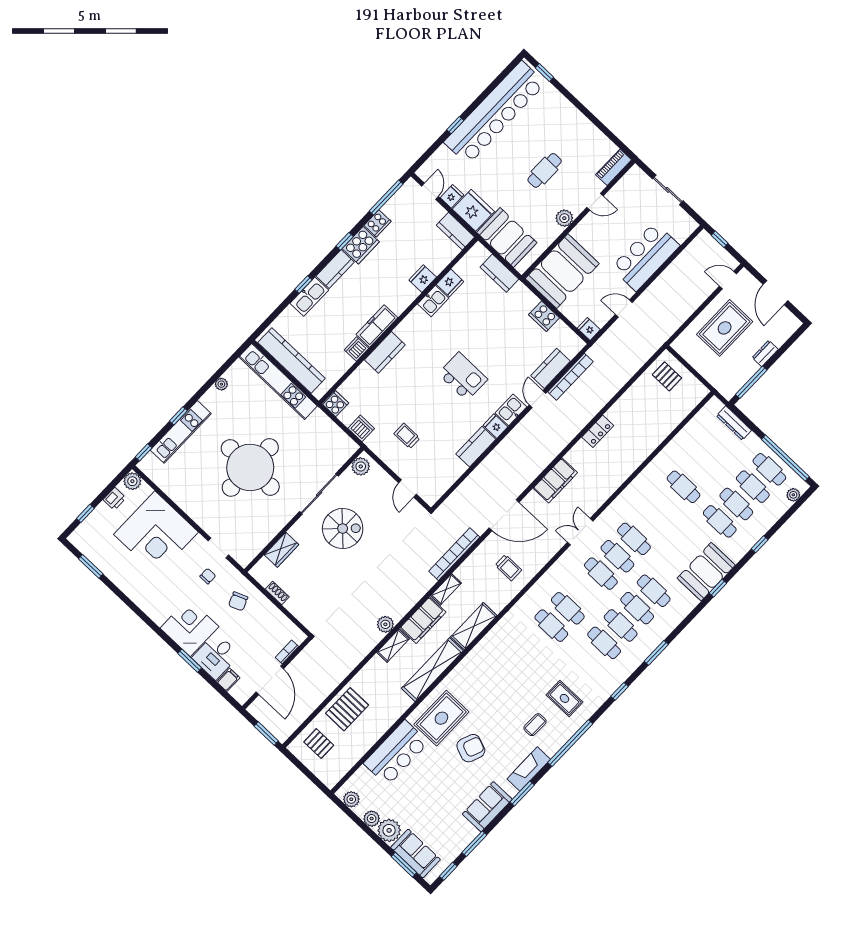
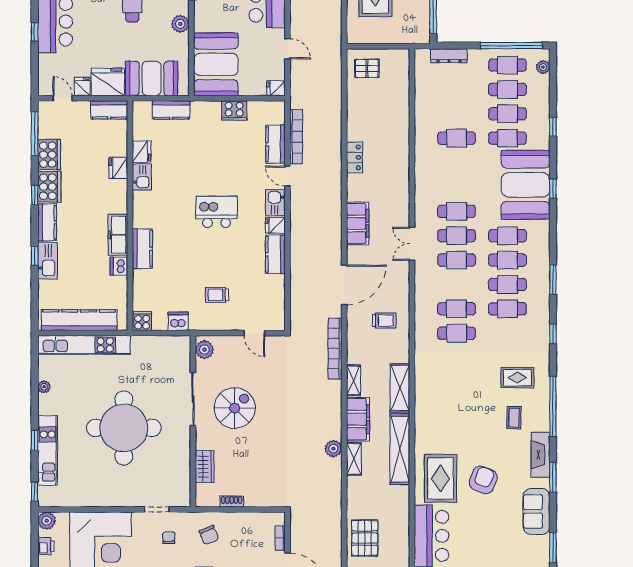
cooker: (378, 223) -> (49, 155), width x1.37, depth x1.31
door: (624, 308) -> (287, 49), swing flipped
booth: (706, 572) -> (526, 185), width x1.36, depth x1.42

